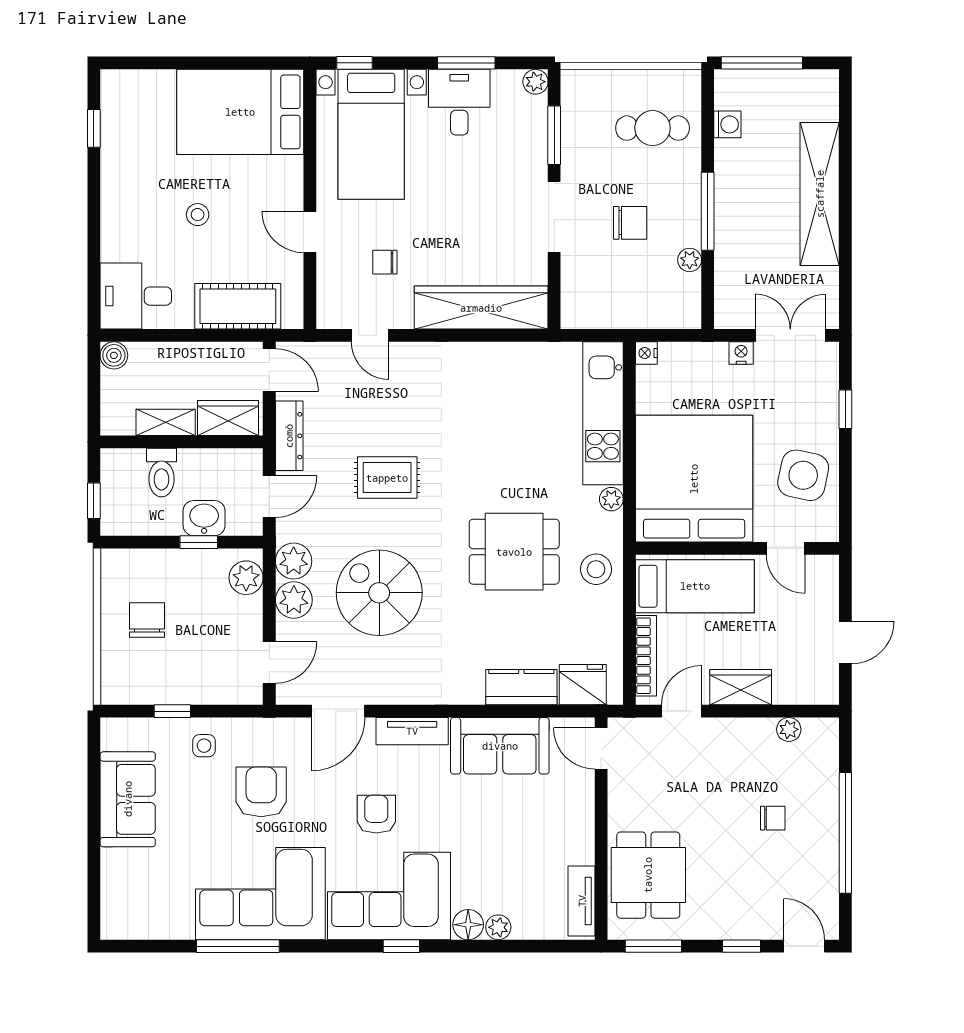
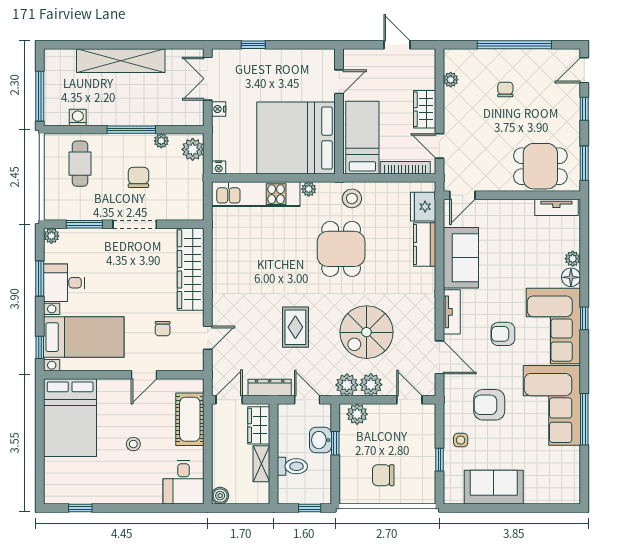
plant: (676, 311) -> (193, 149), added
side table: (803, 475) -> (294, 71), removed

